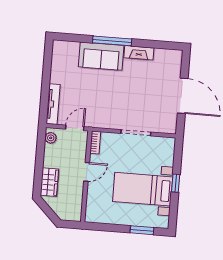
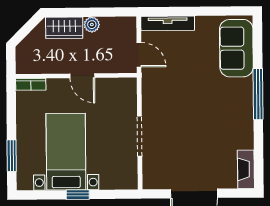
fireplace: (139, 53) -> (246, 169), moved
sofa: (101, 56) -> (236, 48), moved
plant: (51, 138) -> (92, 25), moved
bookcase: (95, 143) -> (31, 84), moved

